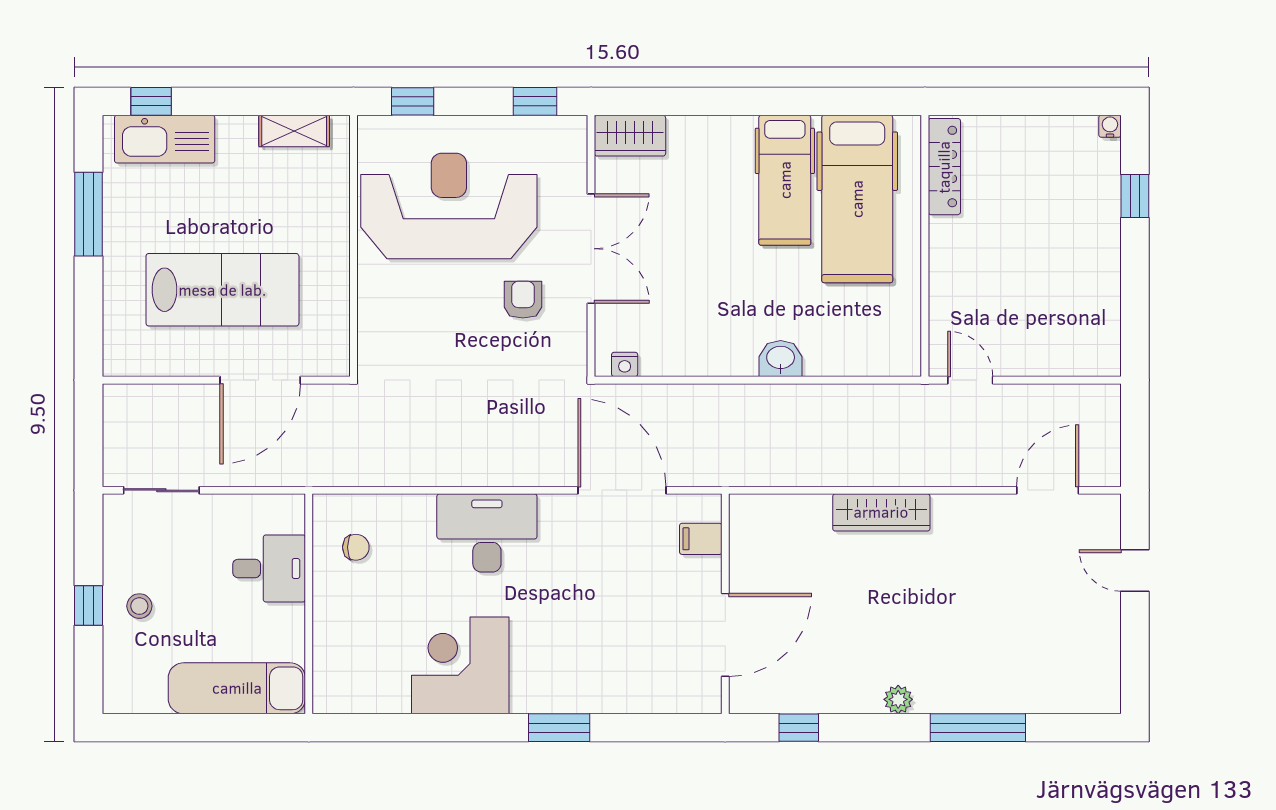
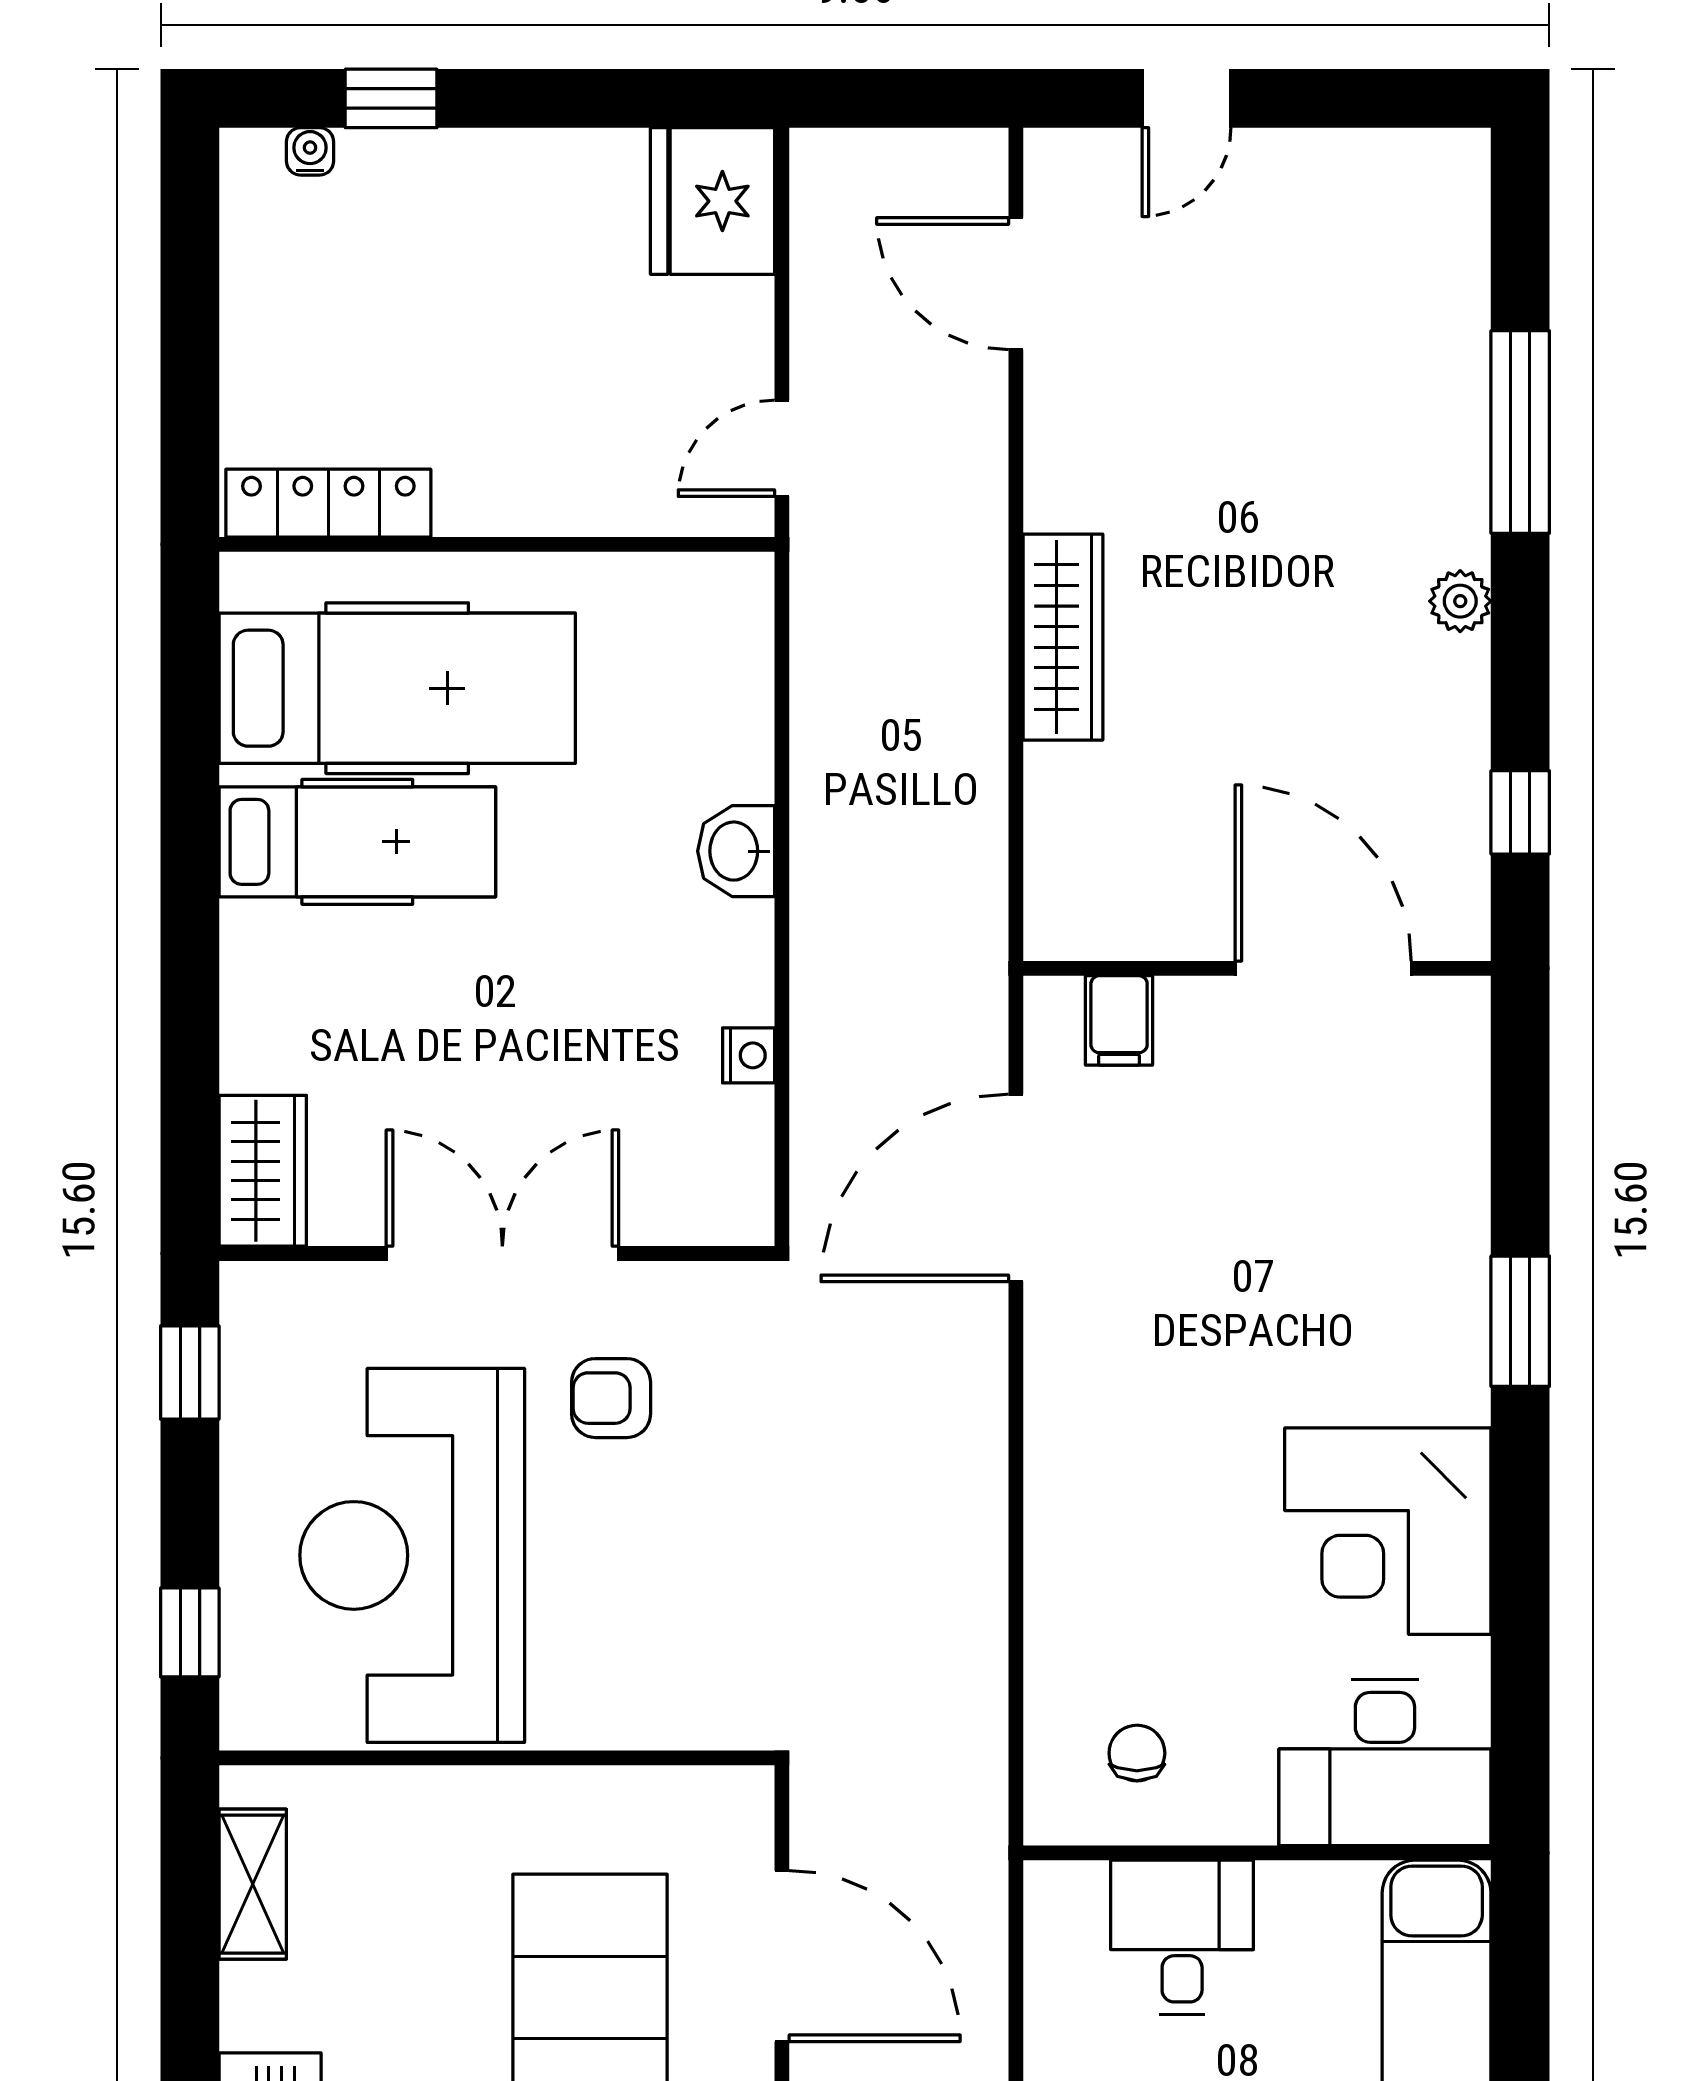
water cooler: (1110, 126) -> (310, 151), moved, turned 90
fridge: (1087, 347) -> (712, 201), added
nightstand: (625, 364) -> (749, 1055), moved
desk: (487, 533) -> (1385, 1762), moved, turned -90

